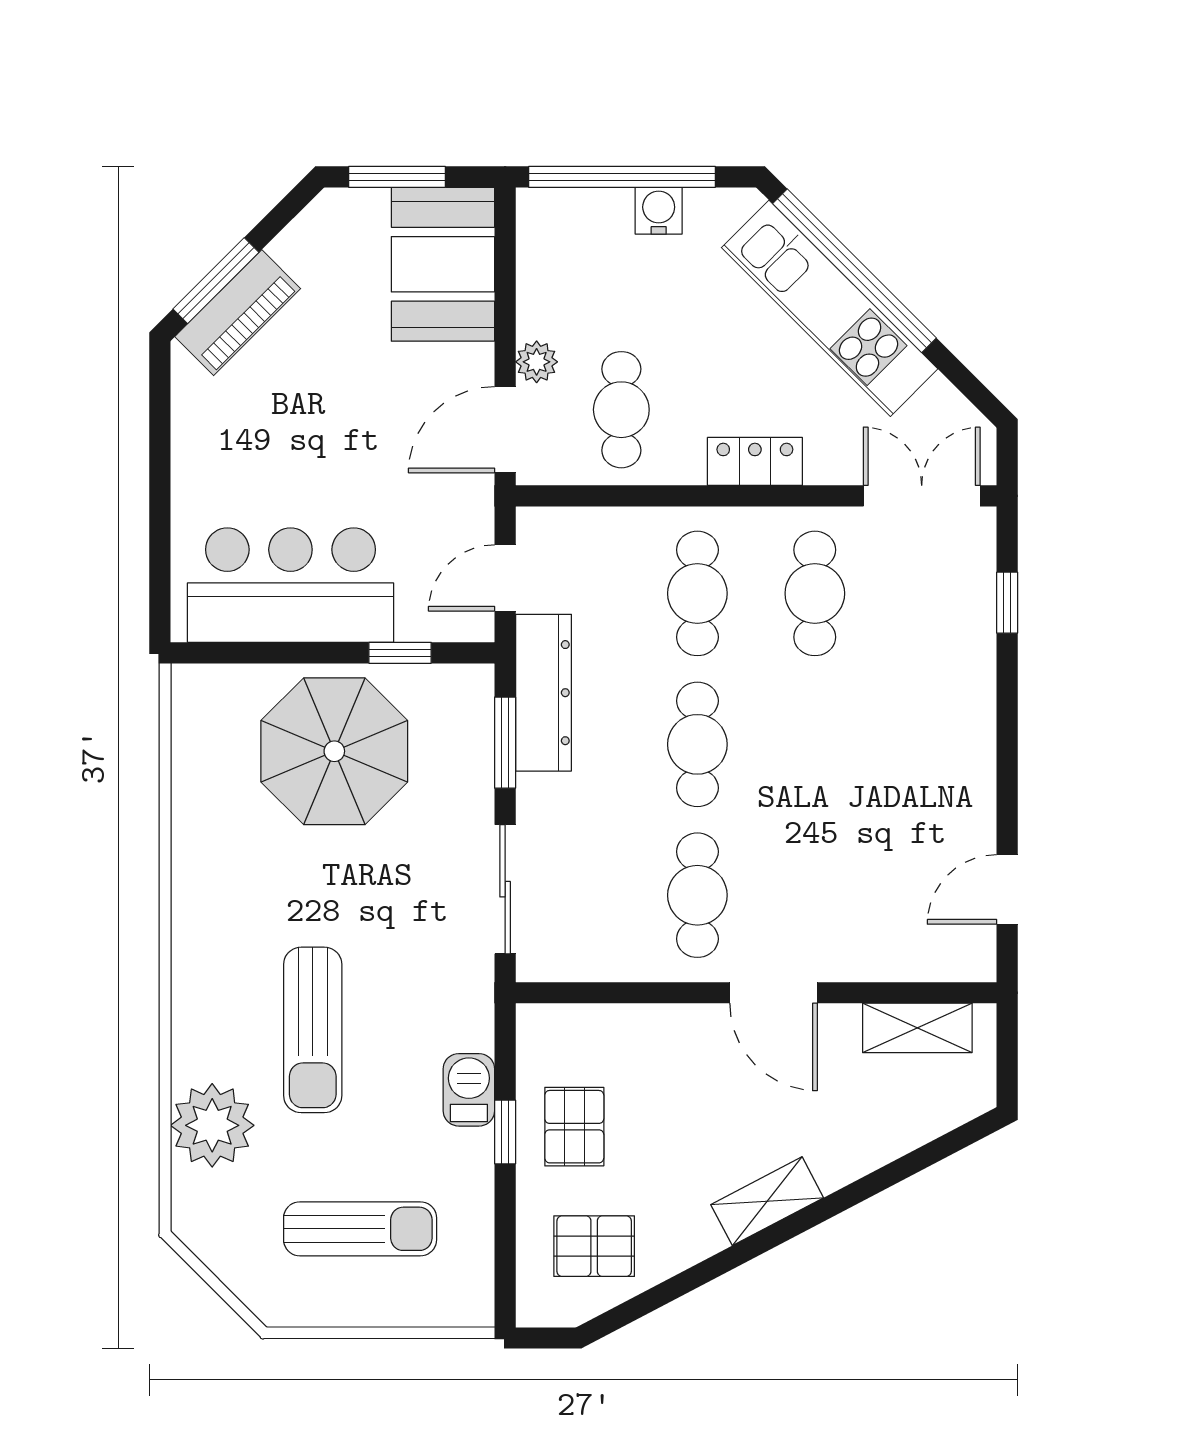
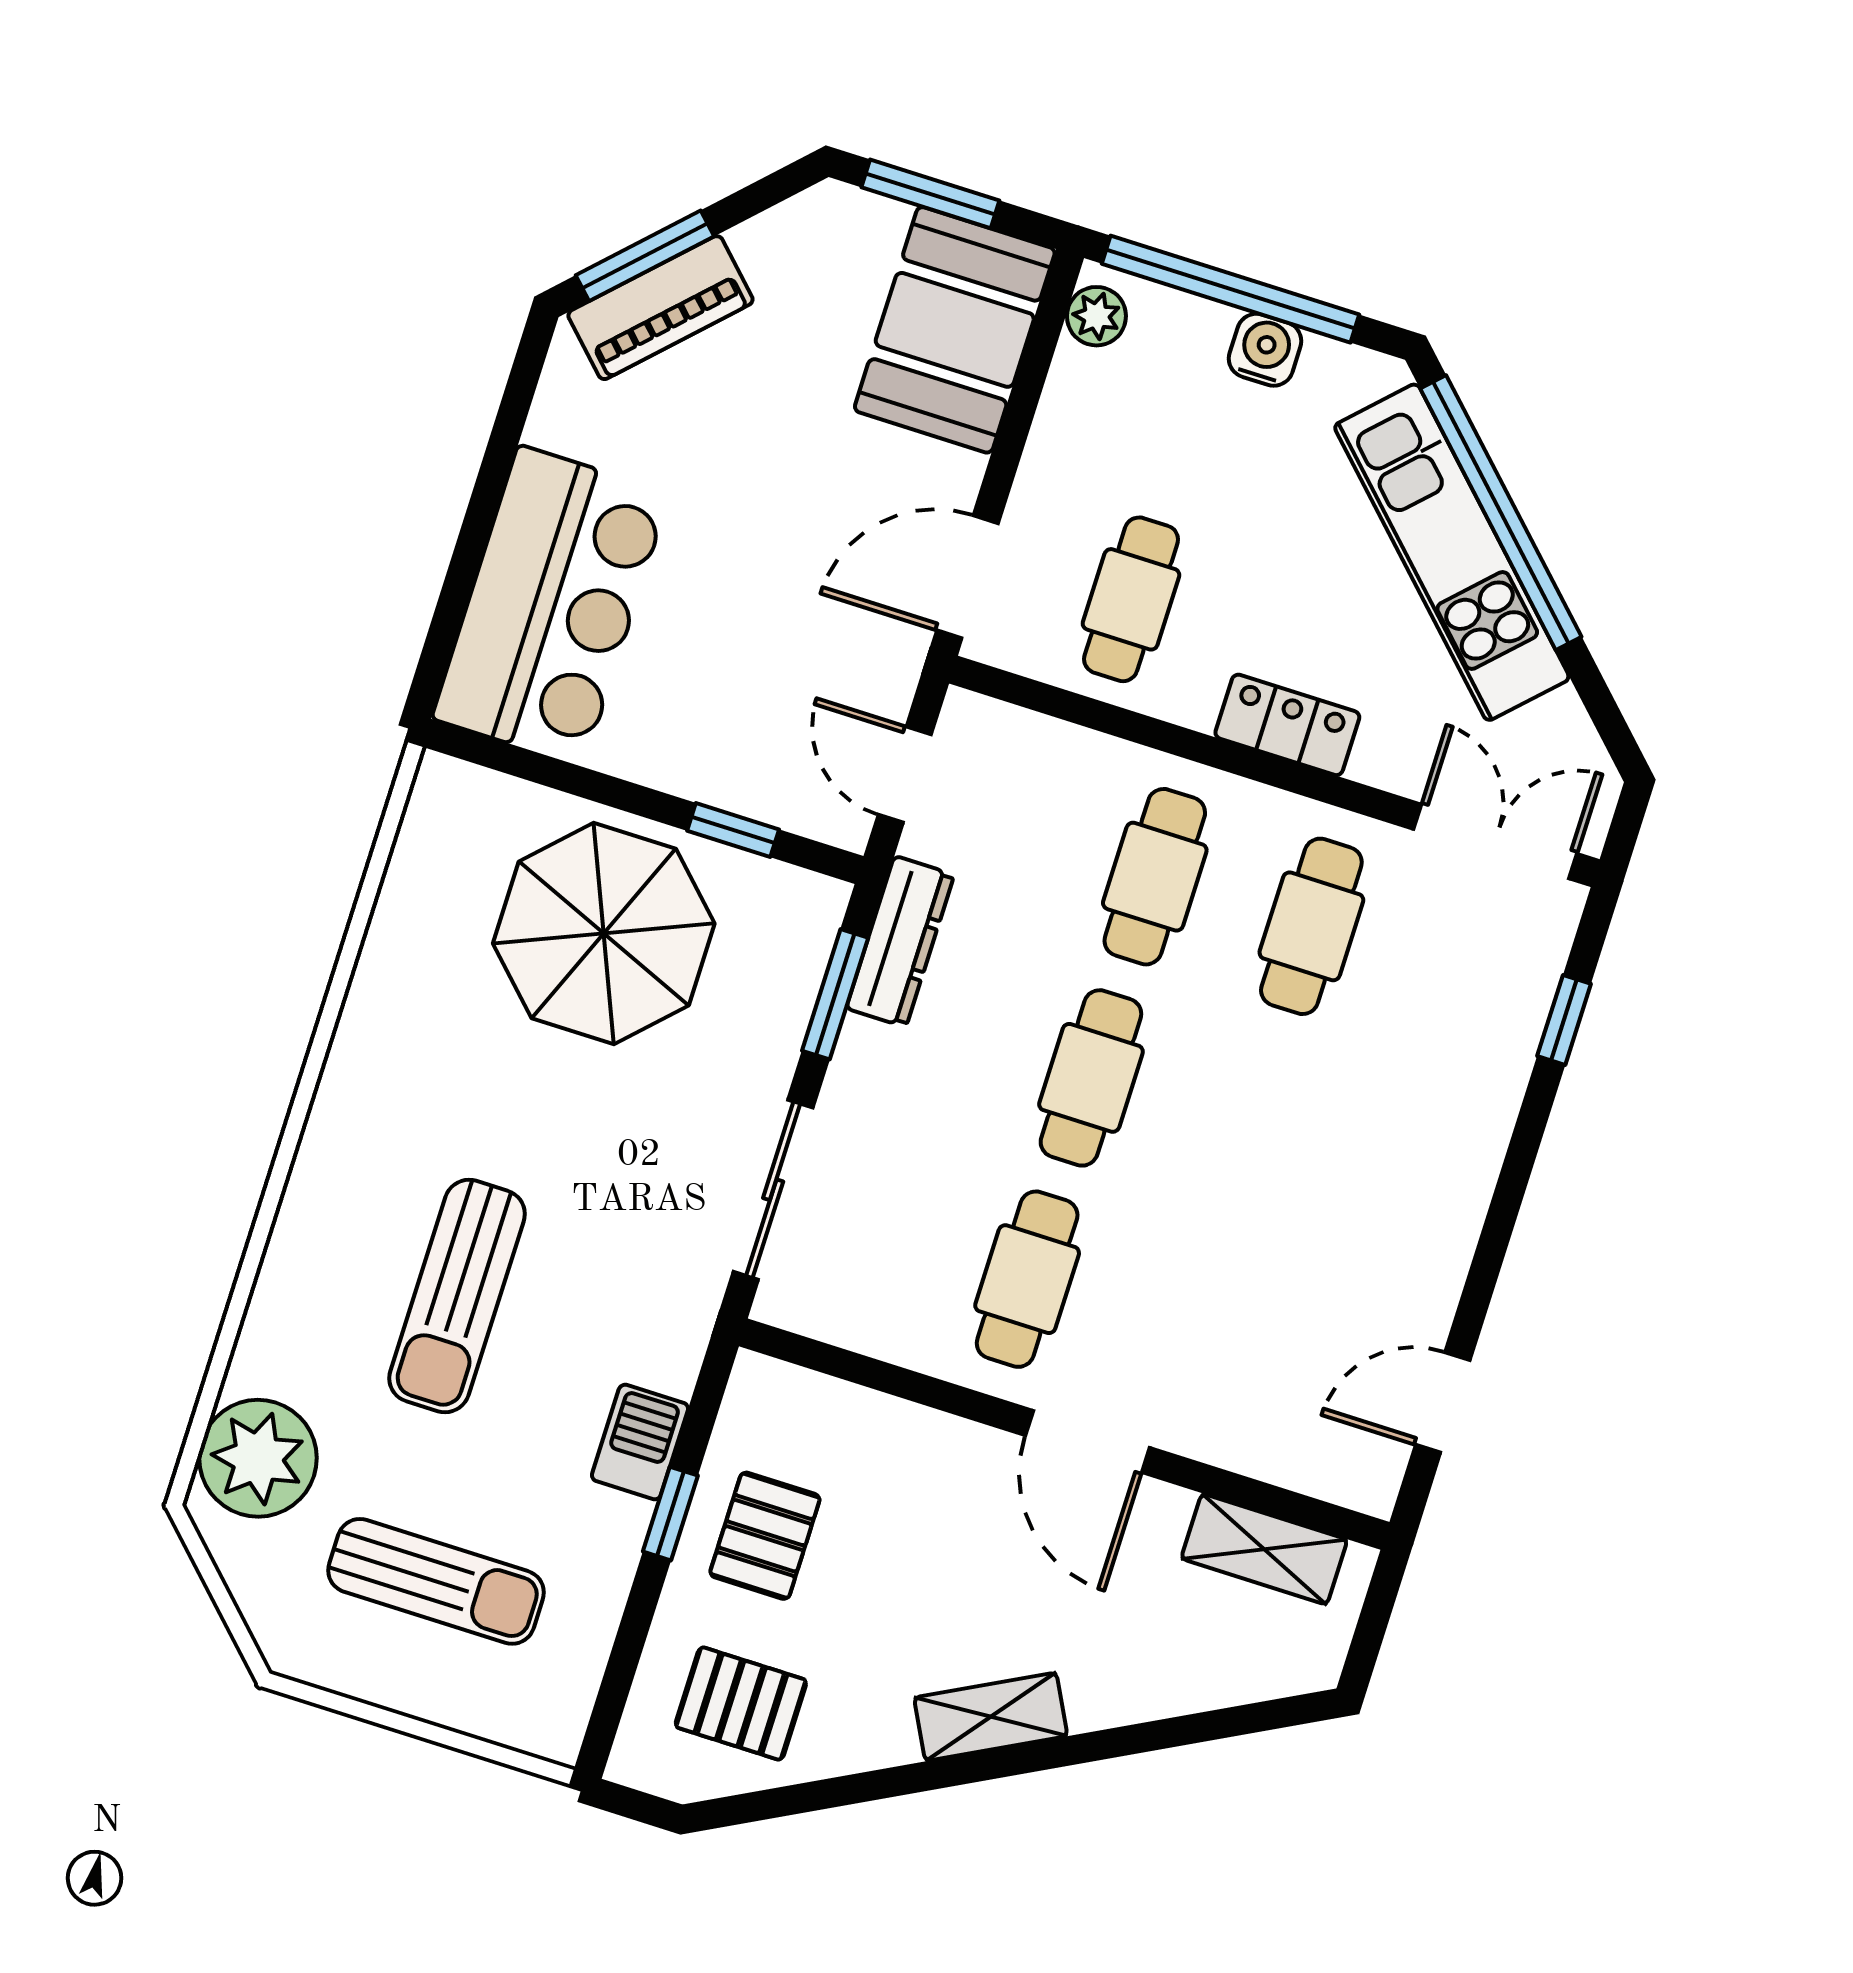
plant: (537, 362) -> (1096, 316), moved
door: (505, 578) -> (905, 775), hinge flipped
bar counter: (290, 585) -> (551, 606), moved, turned 90
dresser: (543, 693) -> (900, 941), width x0.73, depth x0.80
plant: (212, 1125) -> (258, 1458), moved

